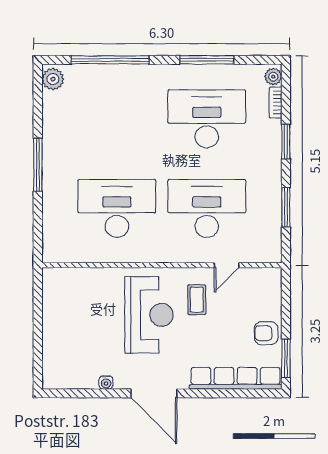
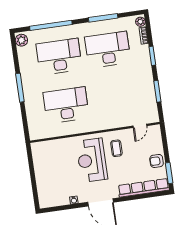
desk: (207, 208) -> (59, 57), moved
door: (227, 265) -> (140, 126), moved
reception desk: (149, 315) -> (92, 160), turned 180

